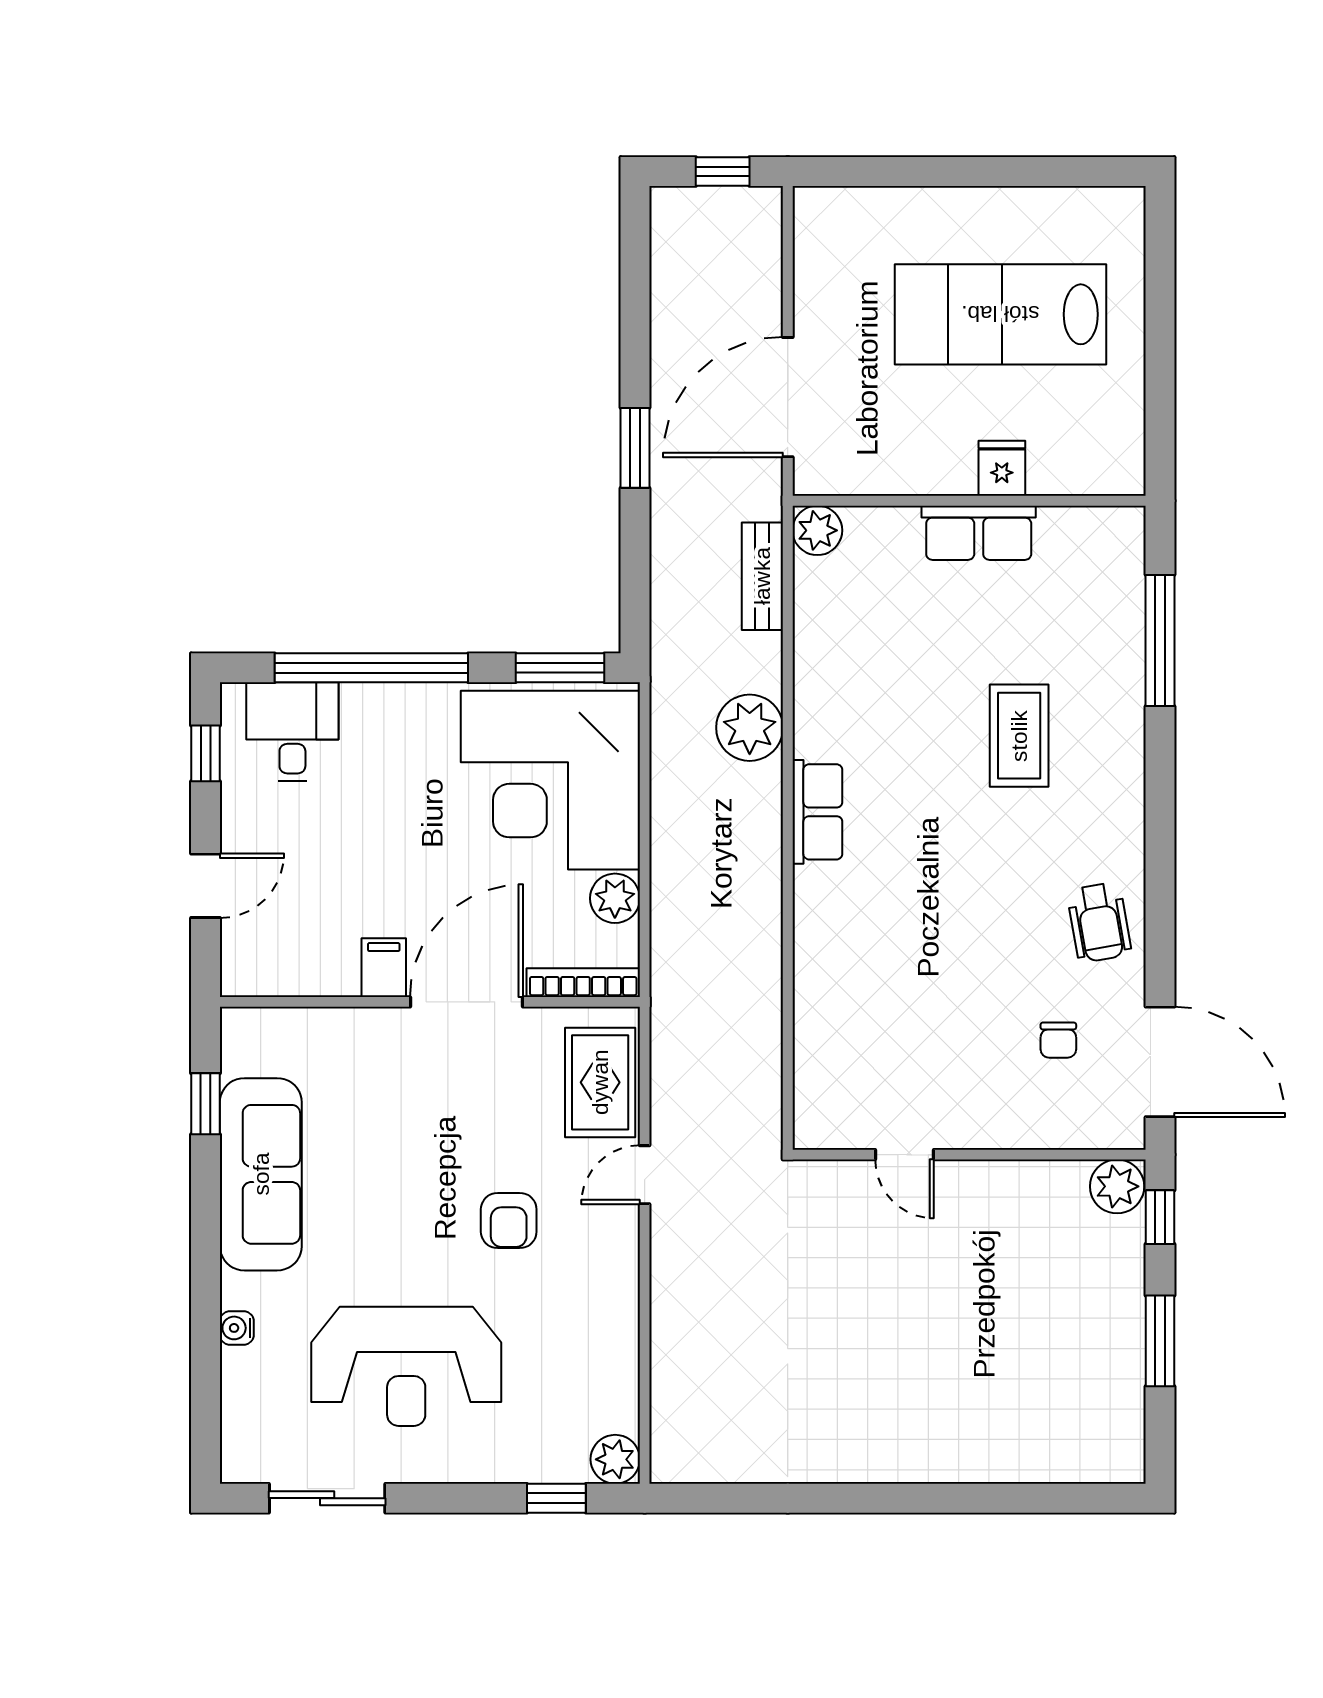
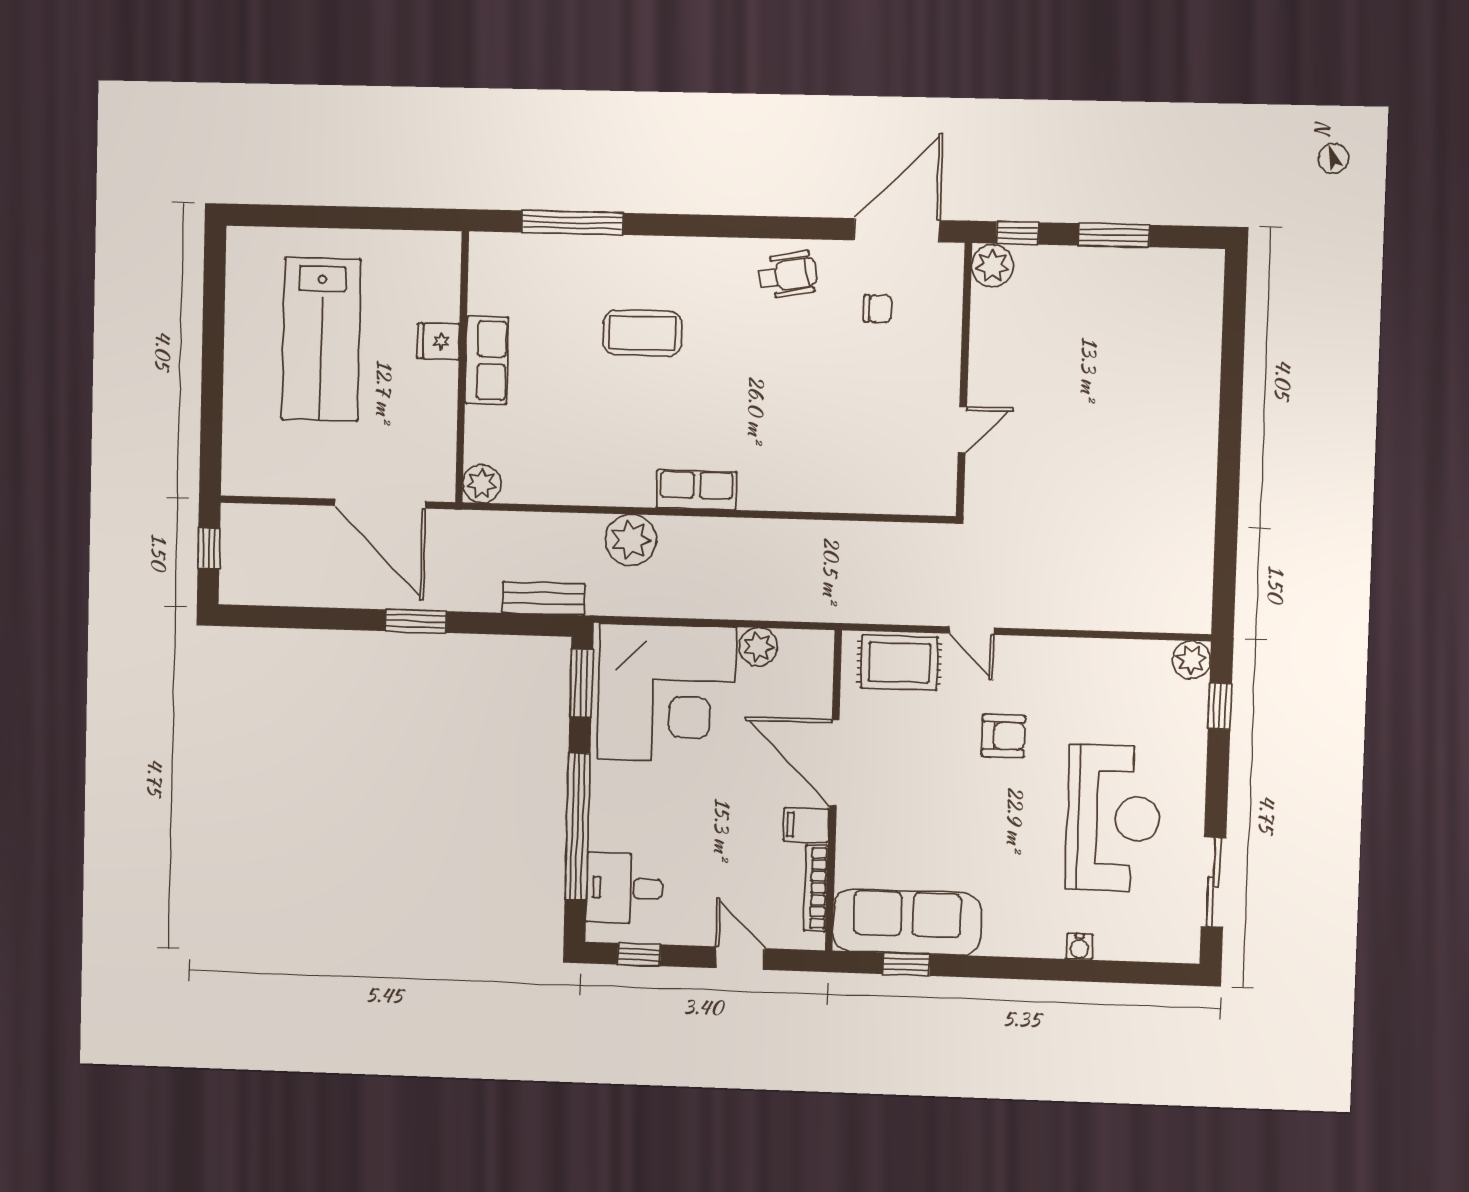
bench: (762, 576) -> (544, 598), moved
bookcase: (583, 983) -> (816, 888), moved
sofa: (261, 1174) -> (907, 922), moved

